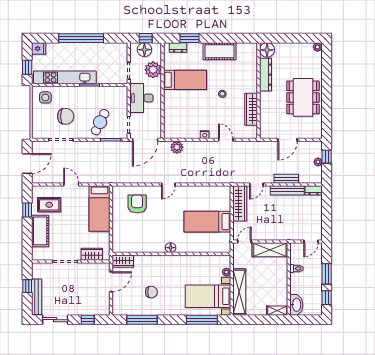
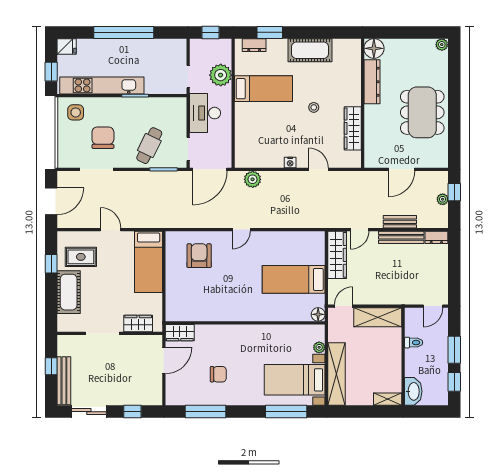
floor lamp: (144, 50) -> (209, 48), removed
chair: (66, 116) -> (103, 138), turned -90
floor lamp: (171, 248) -> (318, 314), moved

